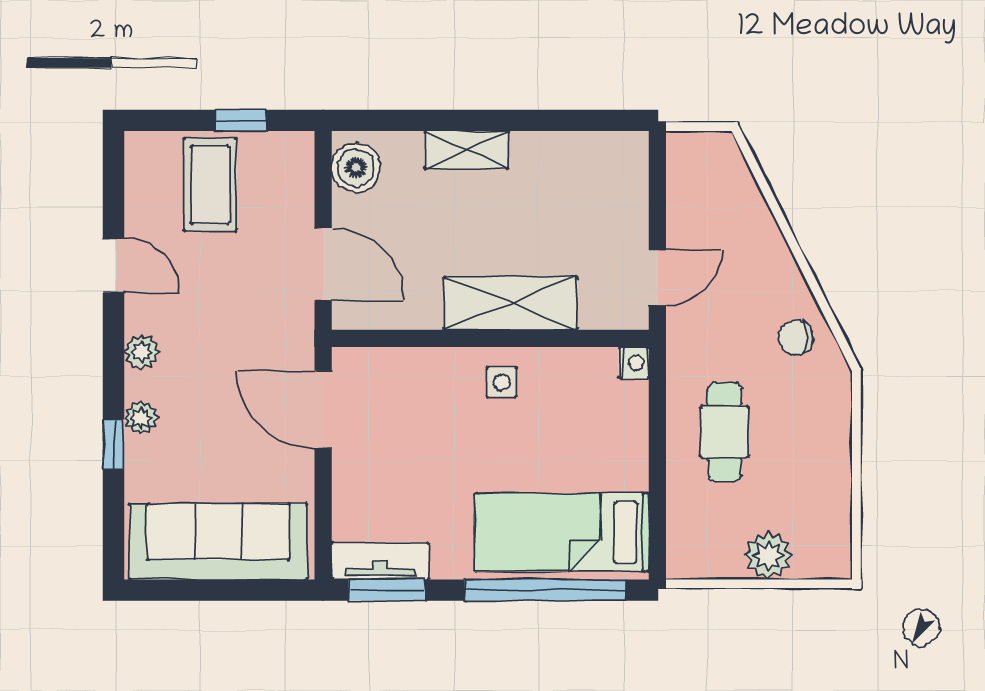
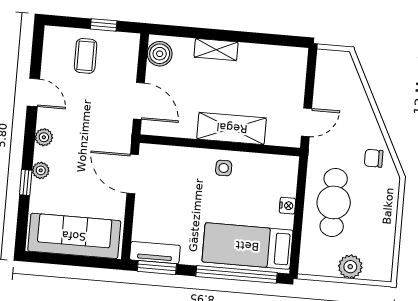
coffee table: (210, 185) -> (86, 56), width x0.73, depth x0.77
nightstand: (634, 363) -> (287, 206), moved
cafe table: (724, 432) -> (334, 202), width x1.37, depth x1.35

